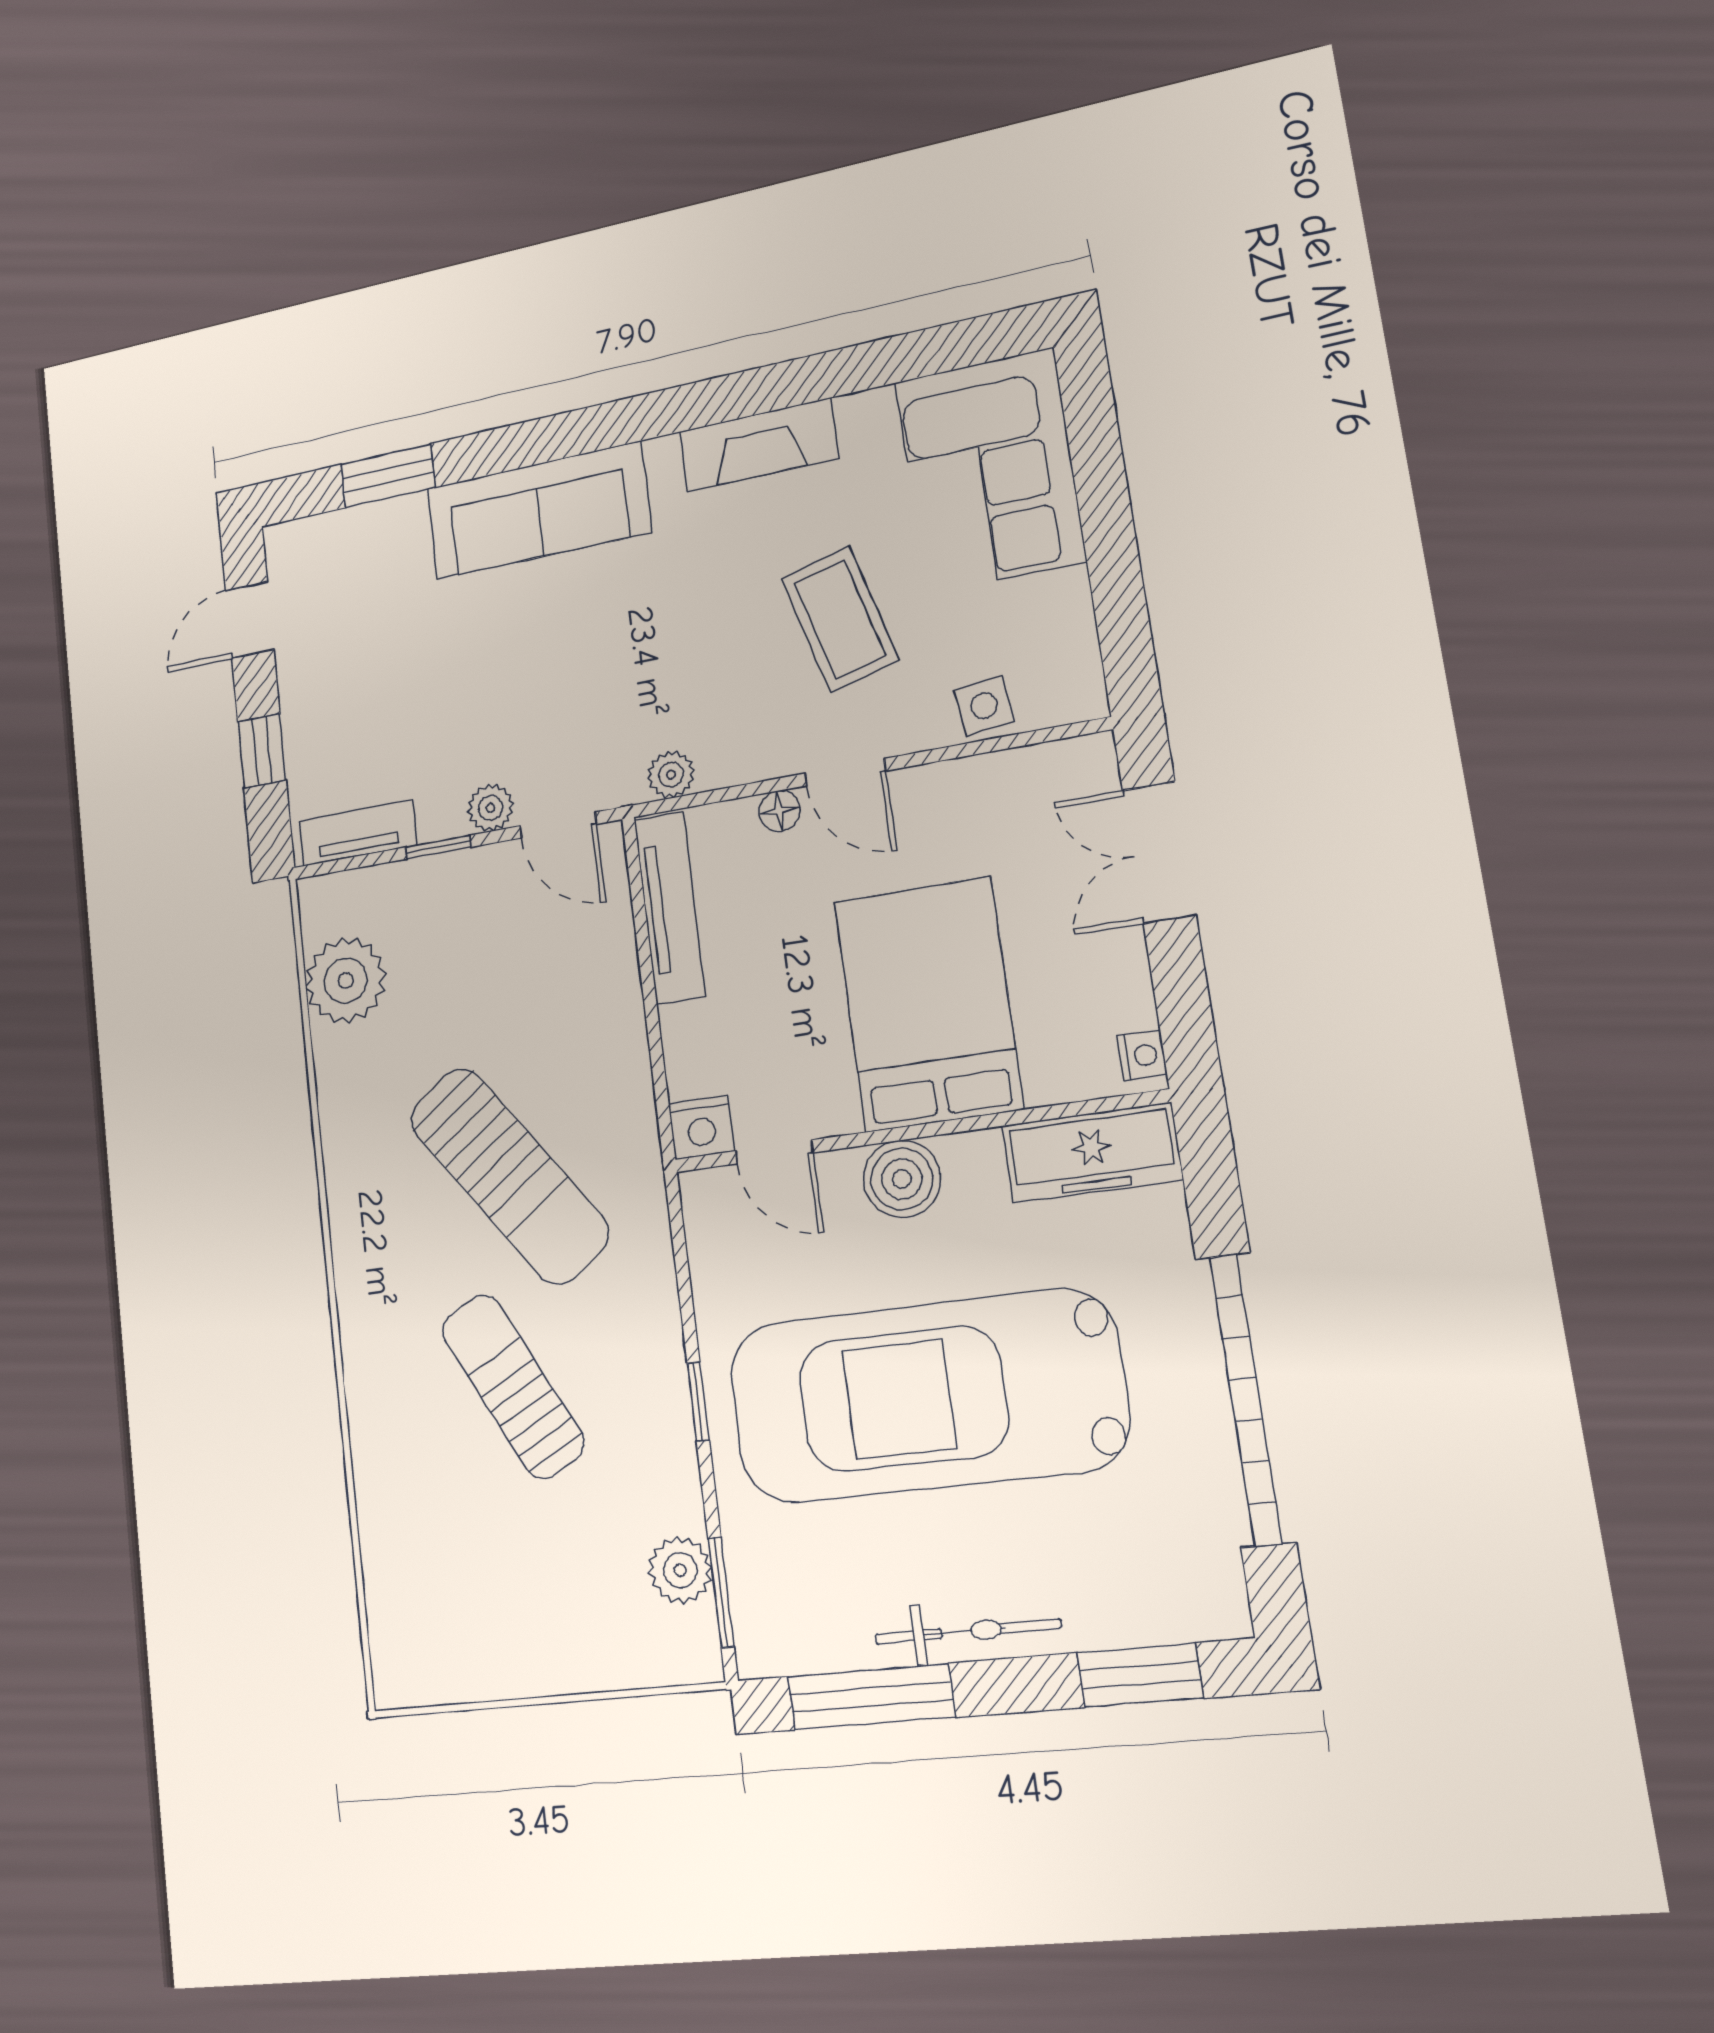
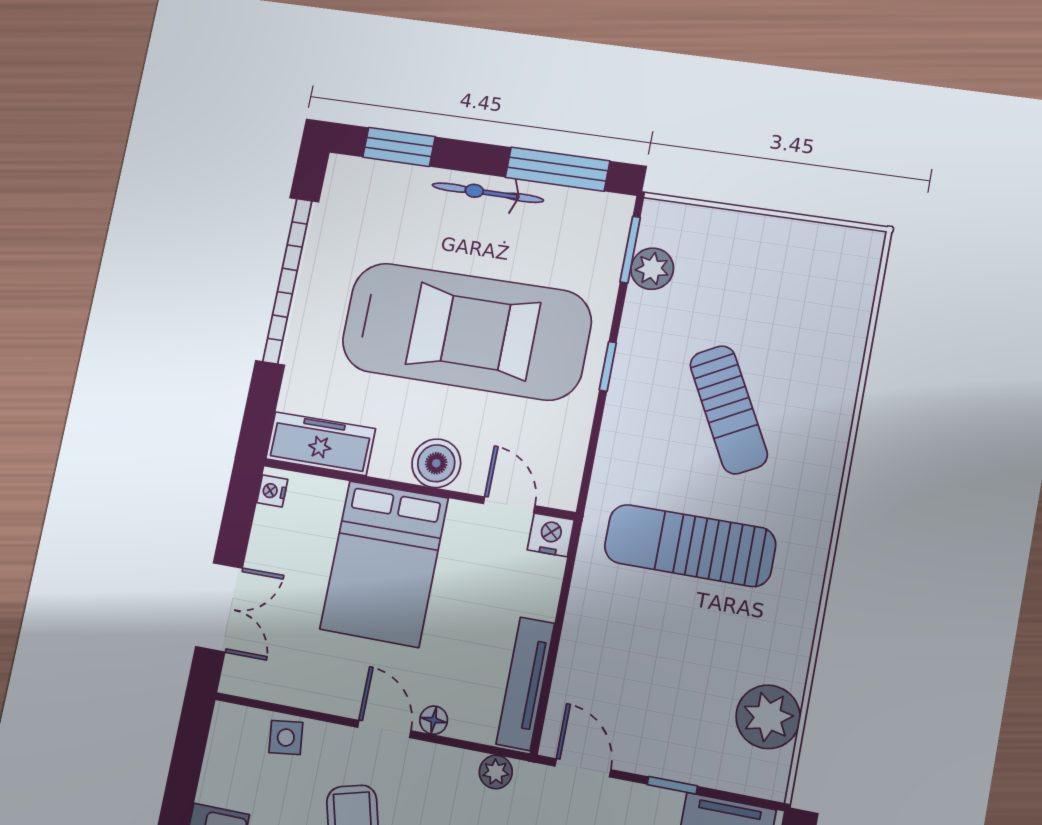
plant: (490, 808) -> (626, 798), removed
sun lounger: (509, 1175) -> (690, 545), turned -54

